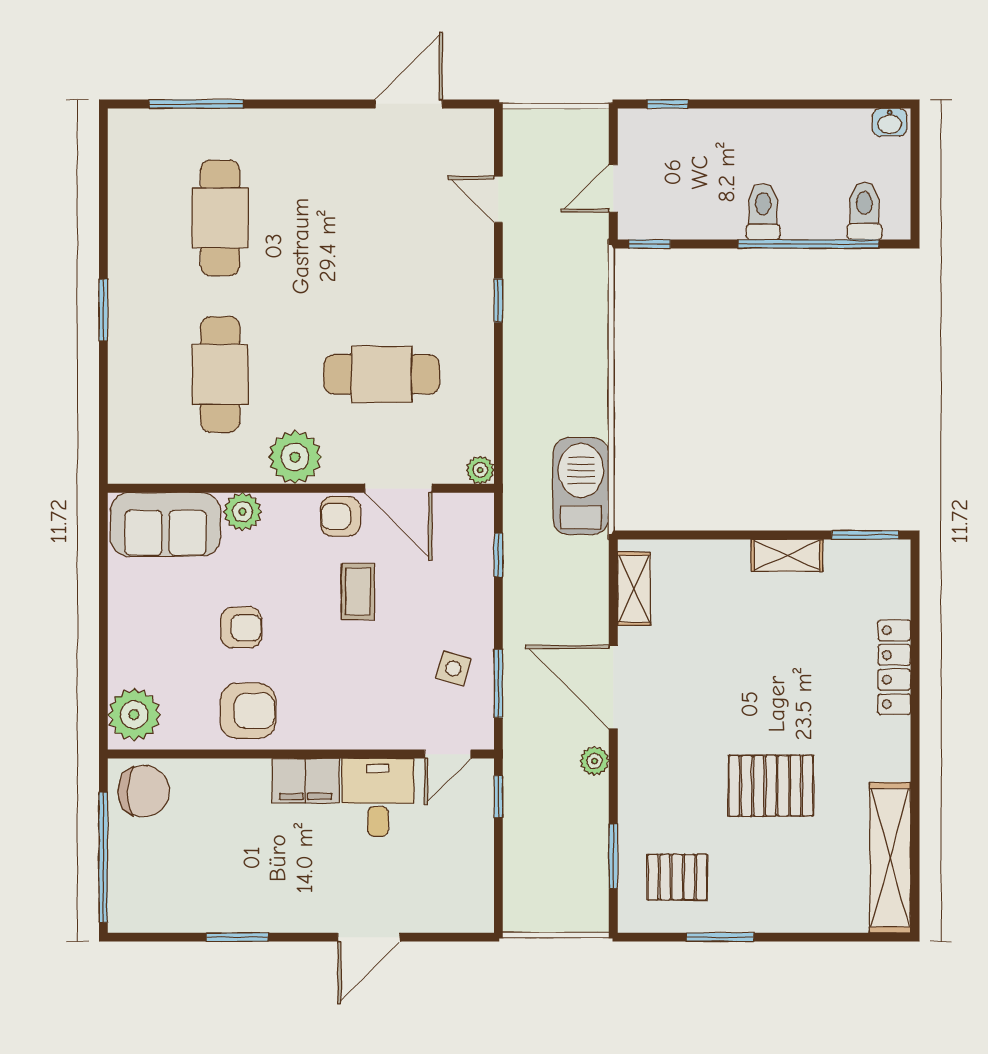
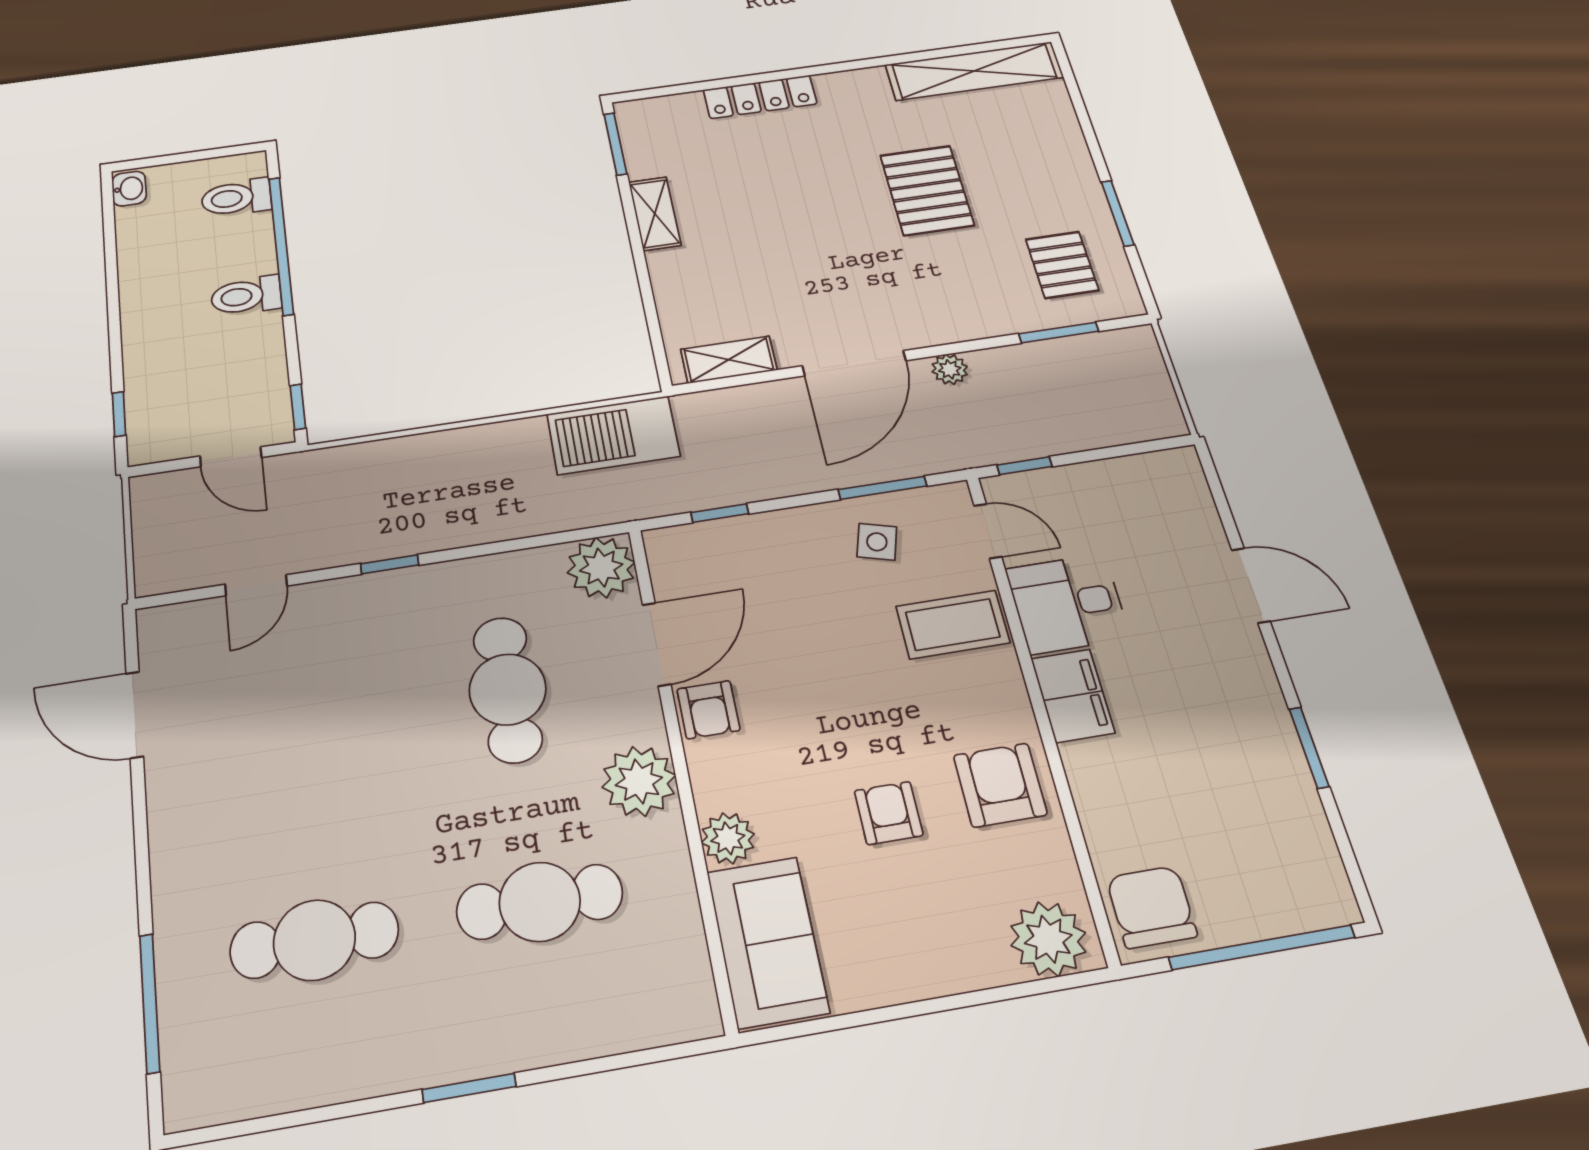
plant: (480, 470) -> (601, 568), width x1.87, depth x1.87
coffee table: (358, 591) -> (953, 625), moved, width x1.36, depth x1.30

